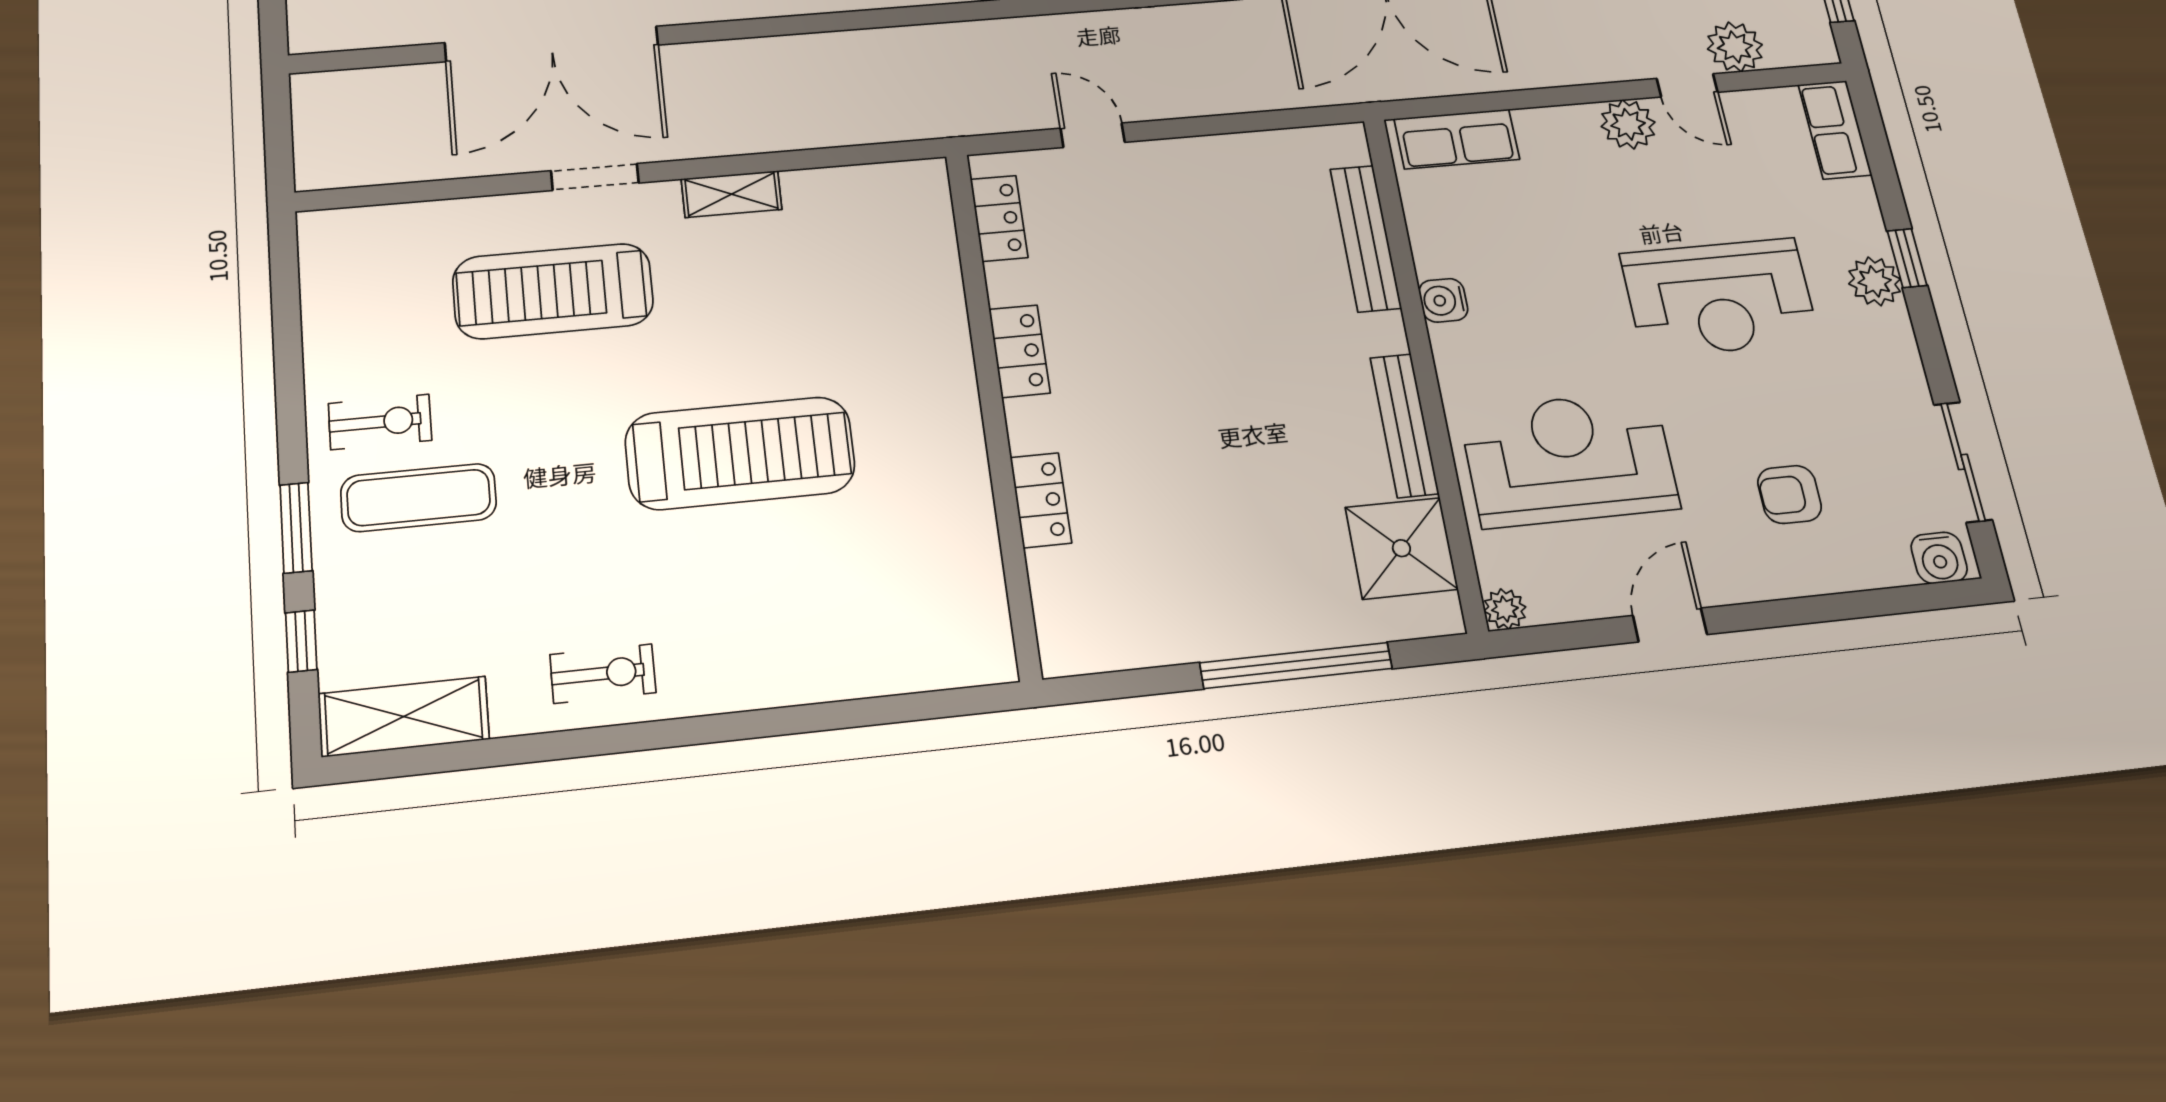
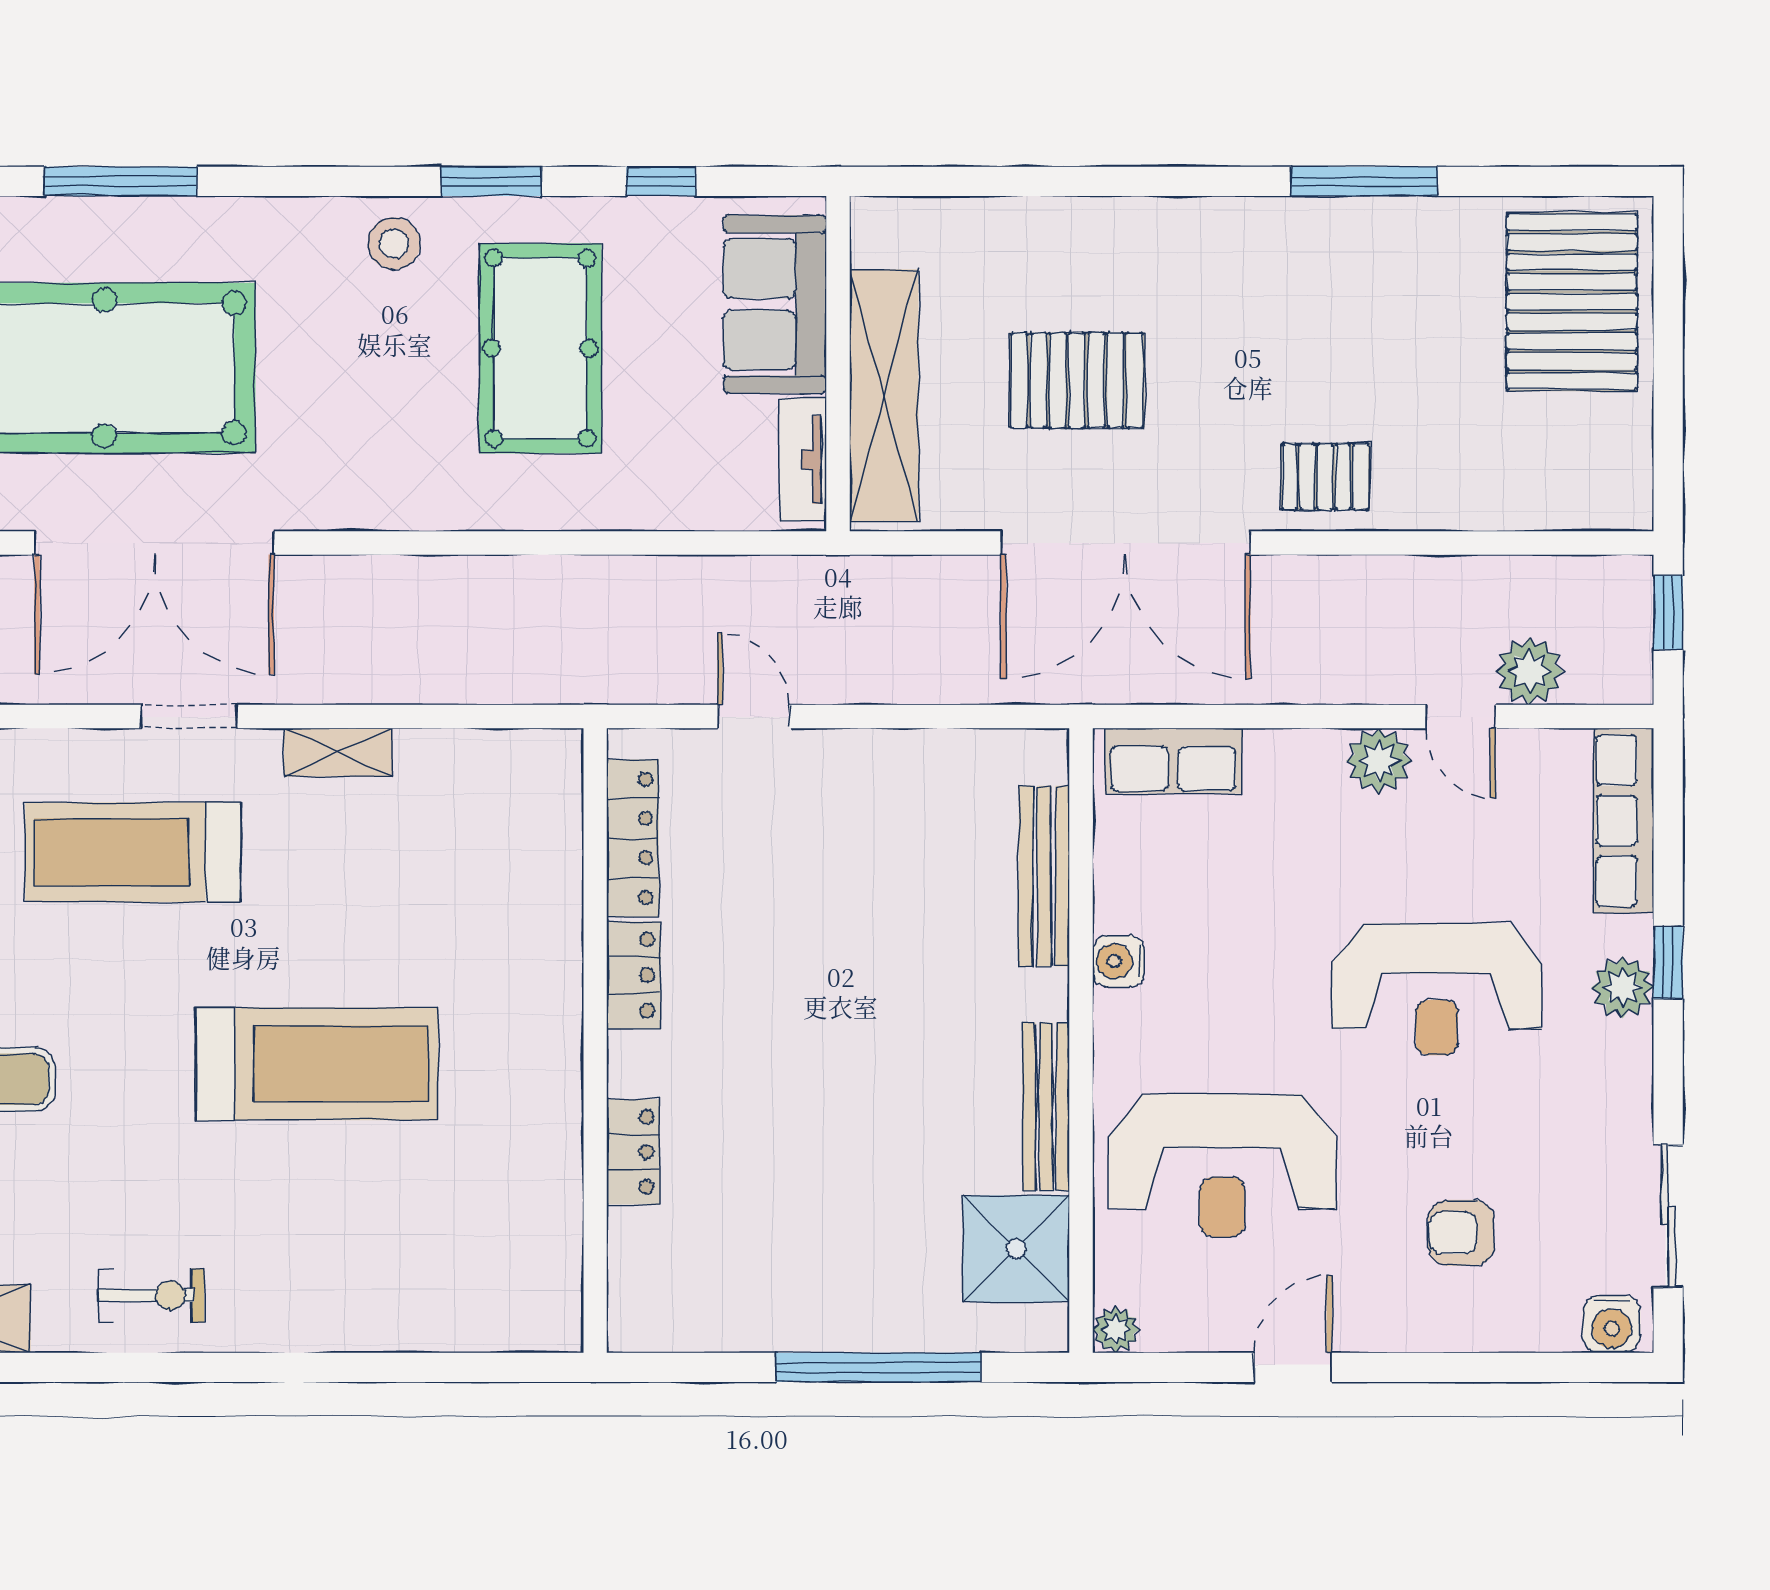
row of seats: (1835, 130) -> (1624, 821), width x1.48
locker: (999, 218) -> (633, 838), width x1.53
reception desk: (1569, 459) -> (1222, 1165), turned 180

